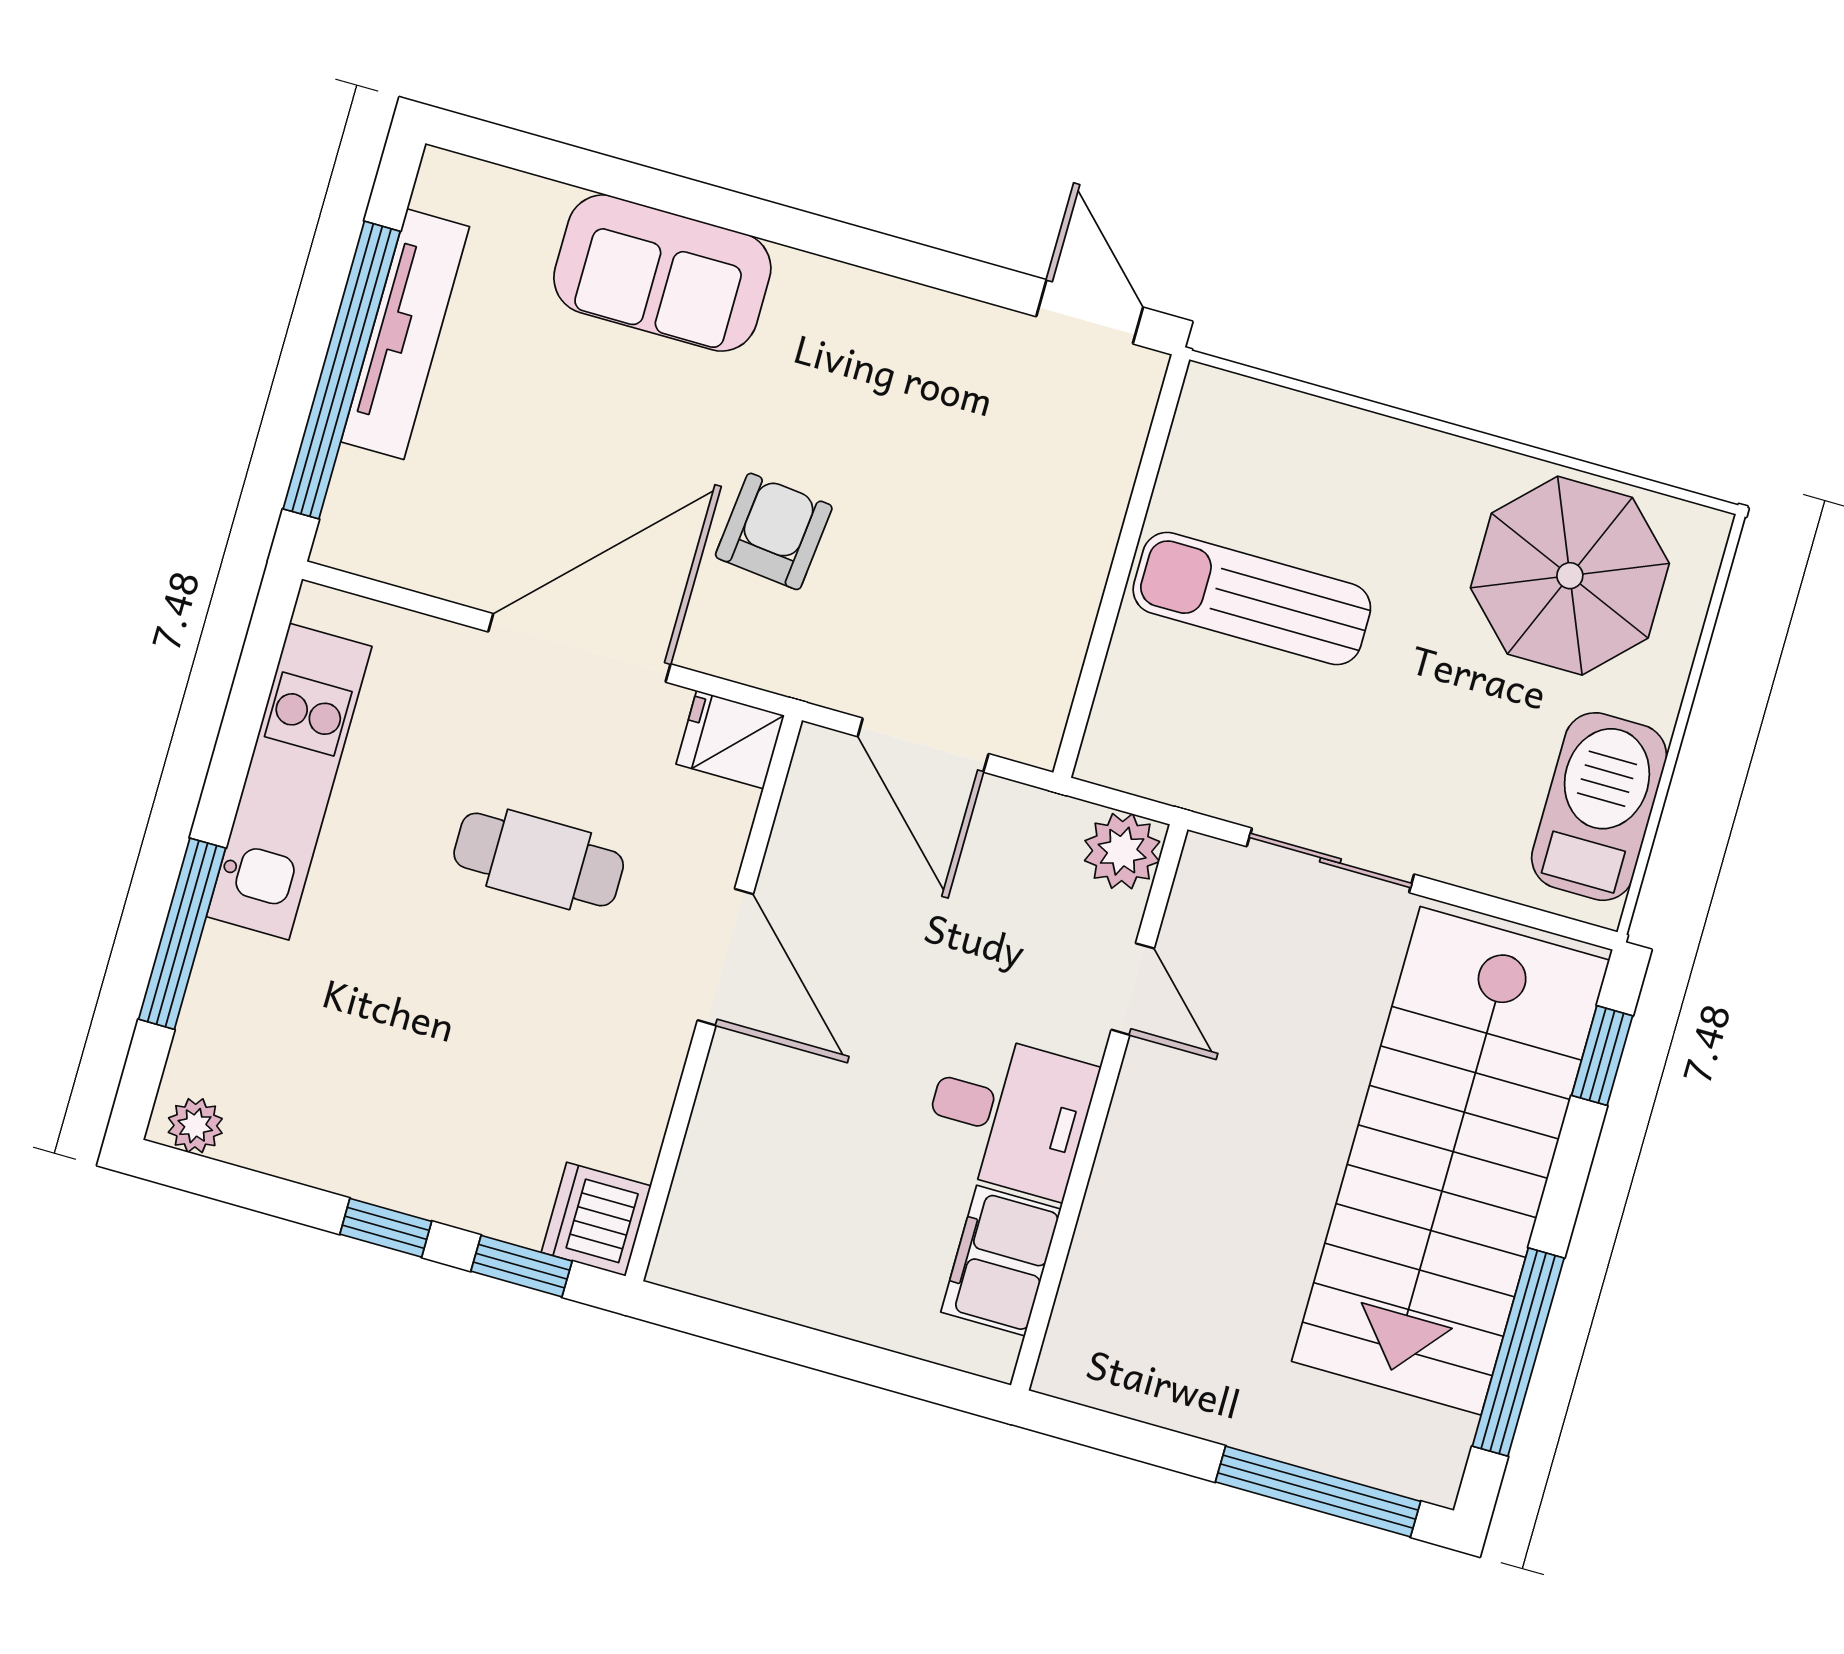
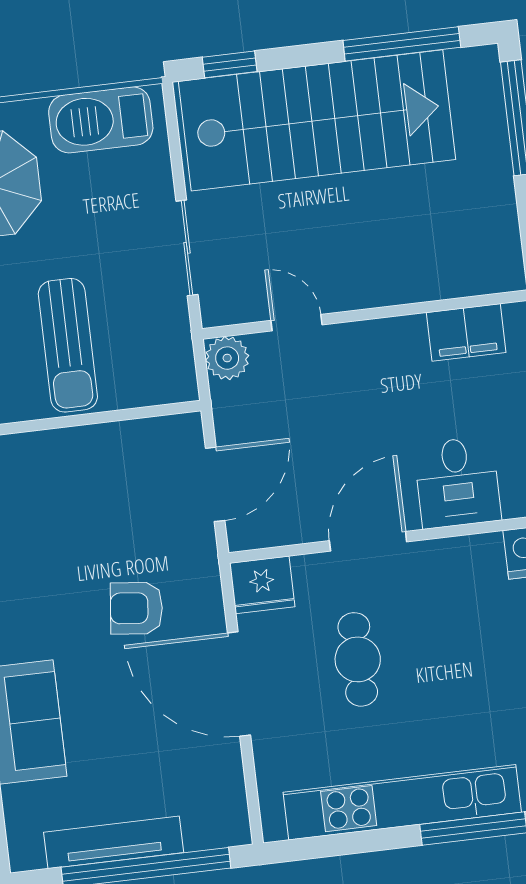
fridge: (730, 740) -> (262, 585), width x1.38
kitchen unit: (289, 782) -> (402, 802), width x1.36
door: (1133, 989) -> (297, 323), hinge flipped
desk: (1009, 1115) -> (457, 482), moved, turned 180

